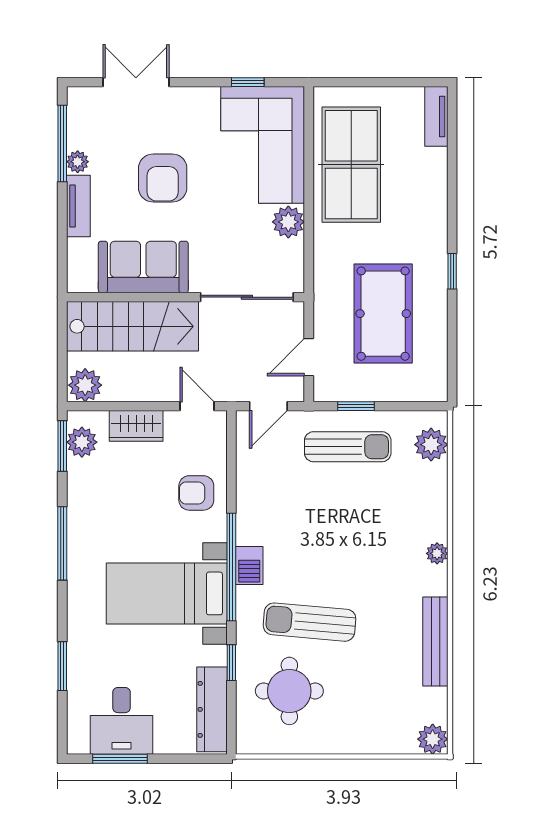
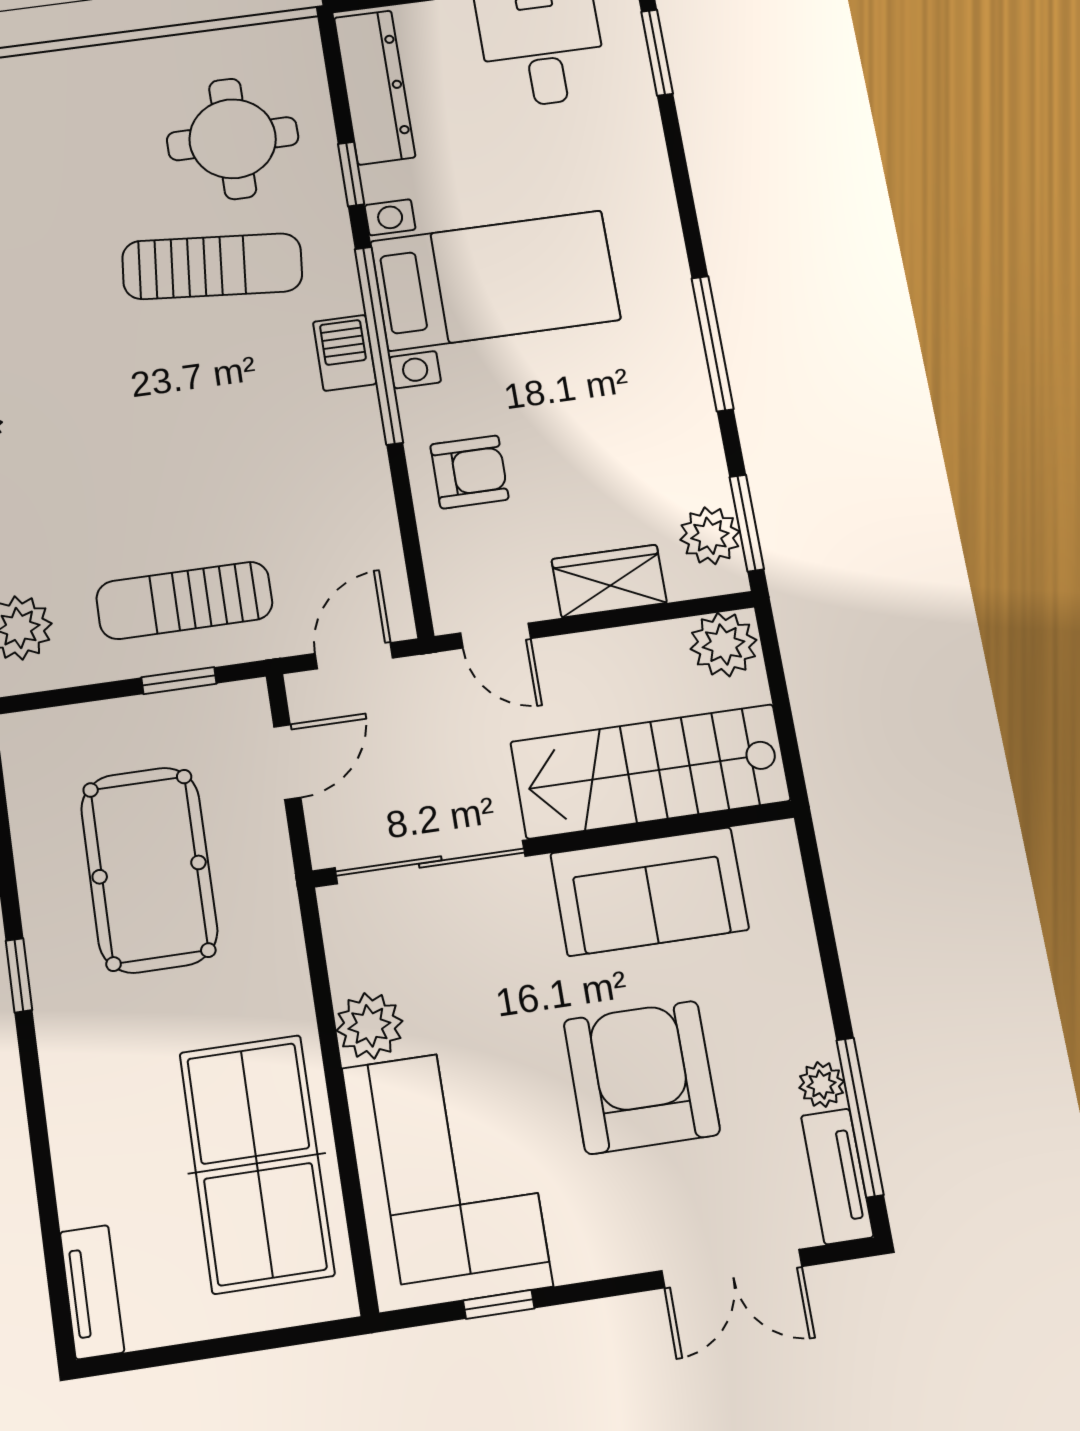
armchair: (163, 178) -> (642, 1077), width x1.36, depth x1.36
tv unit: (78, 206) -> (837, 1176), moved
window: (62, 666) -> (657, 53), moved

